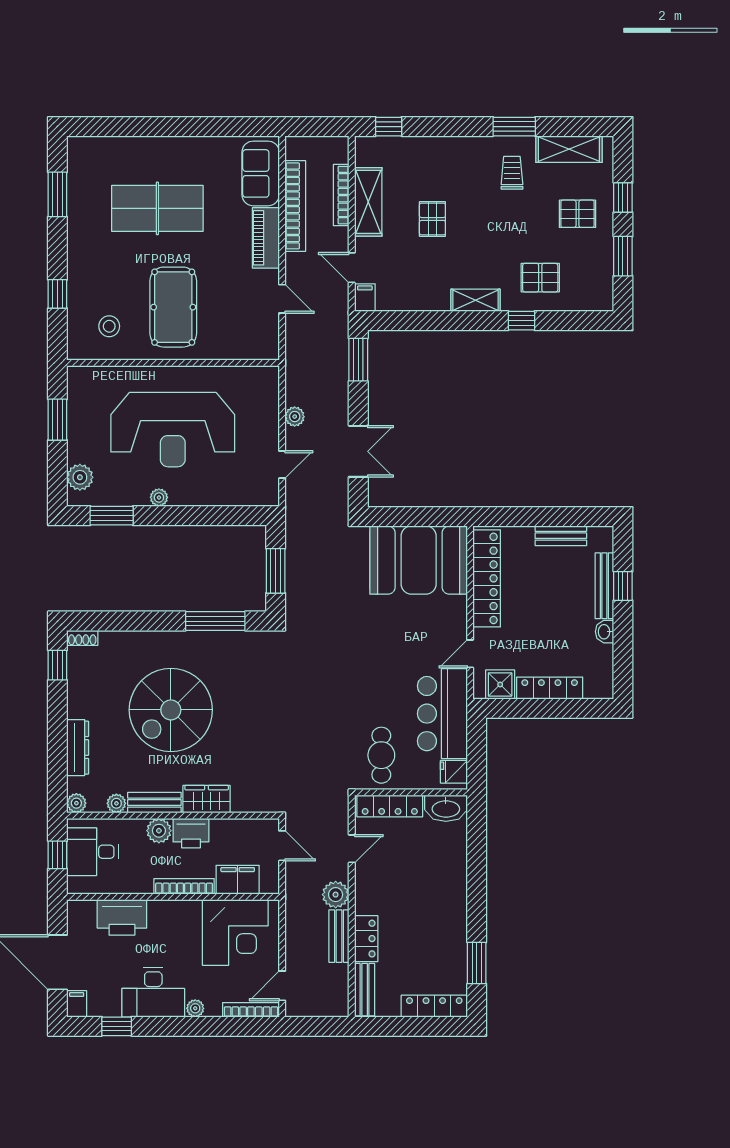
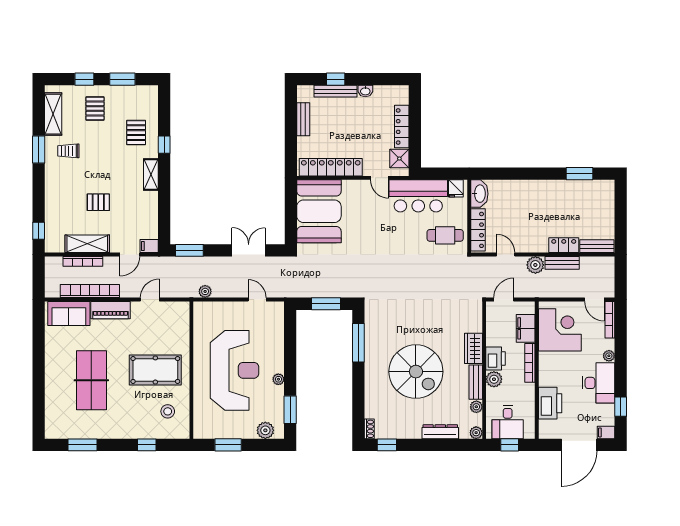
plant: (295, 417) -> (205, 291), moved
locker: (434, 1006) -> (607, 201), removed

